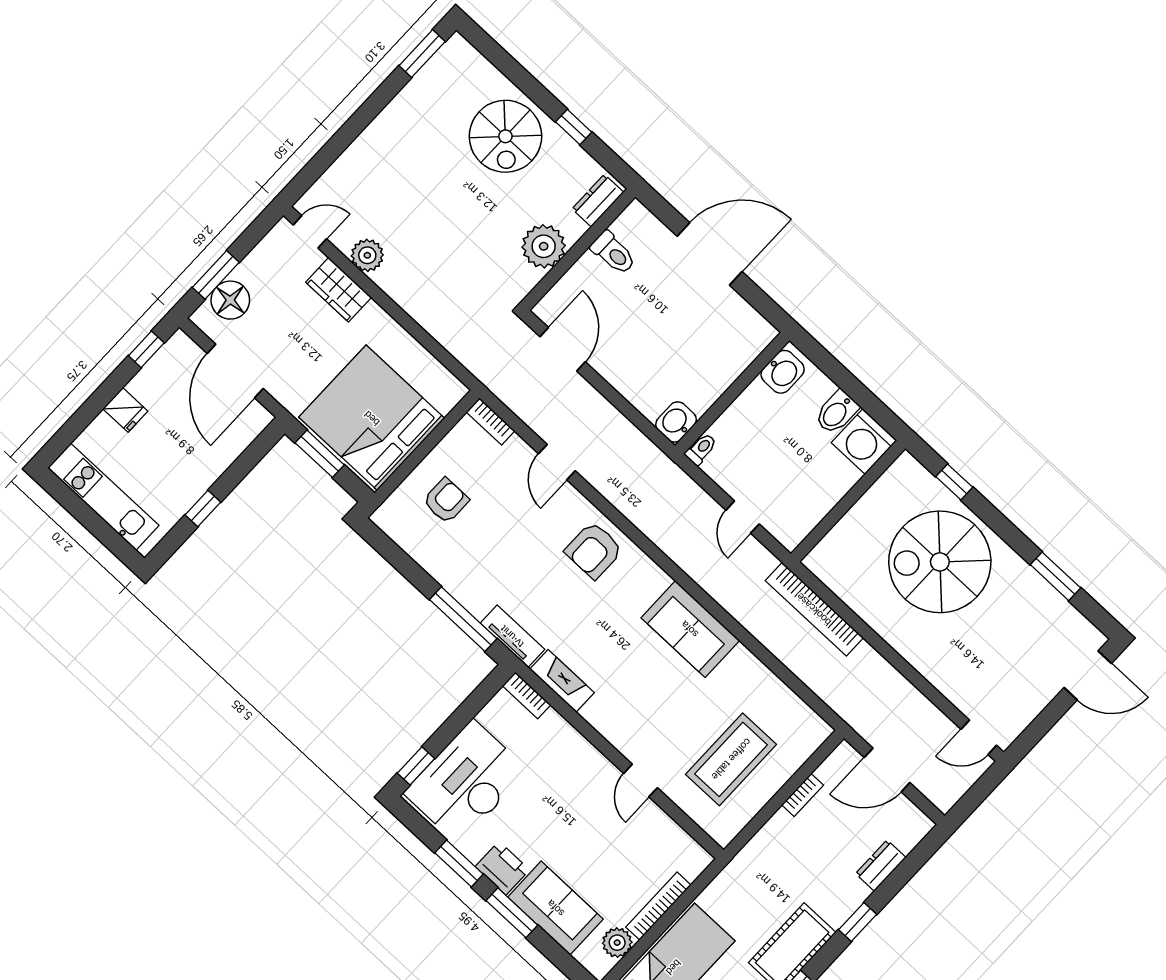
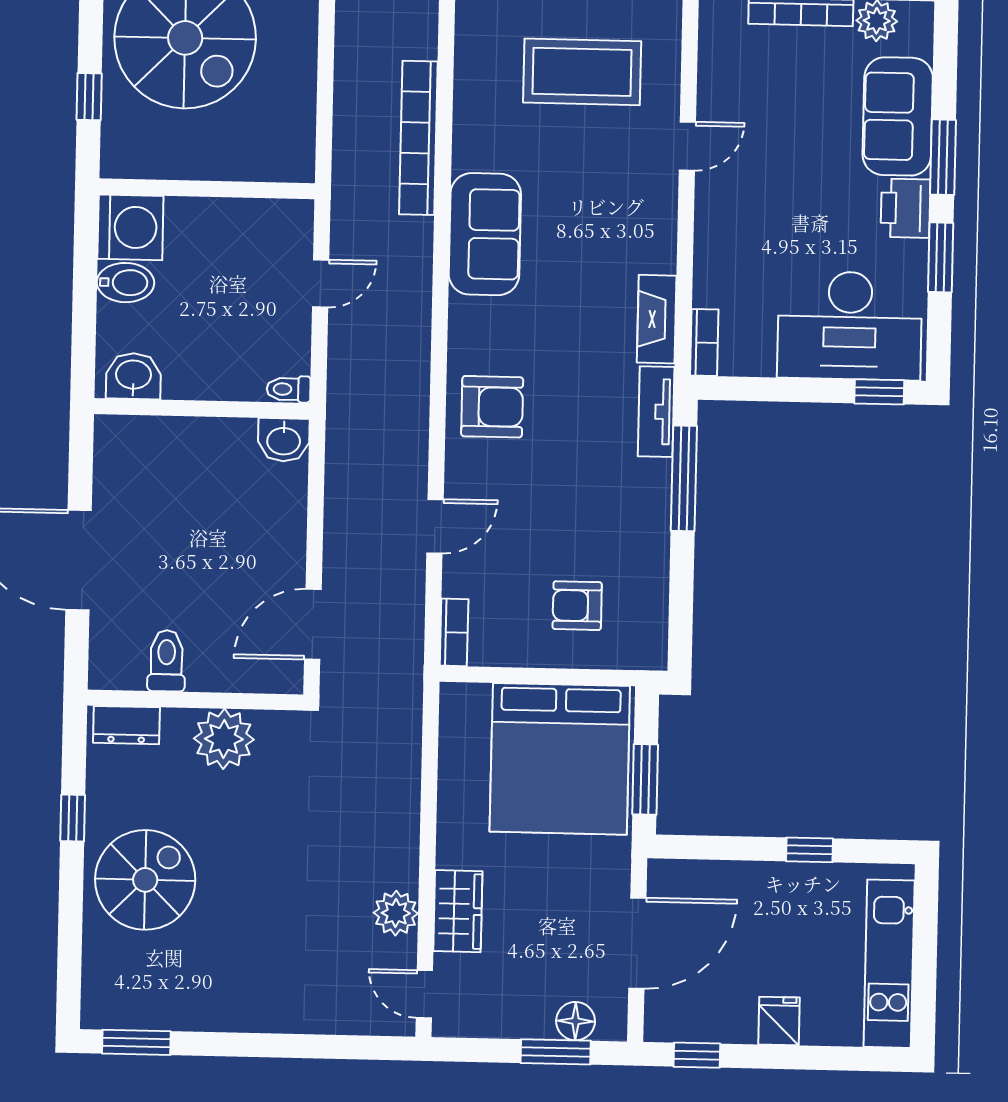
floor lamp: (230, 300) -> (576, 1021), width x0.73, depth x0.73
bookcase: (814, 609) -> (418, 138), moved, turned 180

